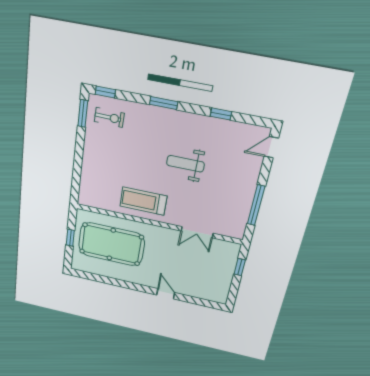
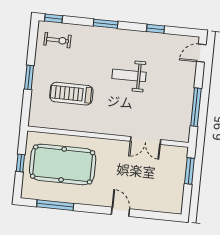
window: (83, 113) -> (29, 77), moved
treadmill: (143, 201) -> (71, 94), moved
window: (240, 267) -> (189, 171), width x1.50
window: (103, 279) -> (55, 205), added

